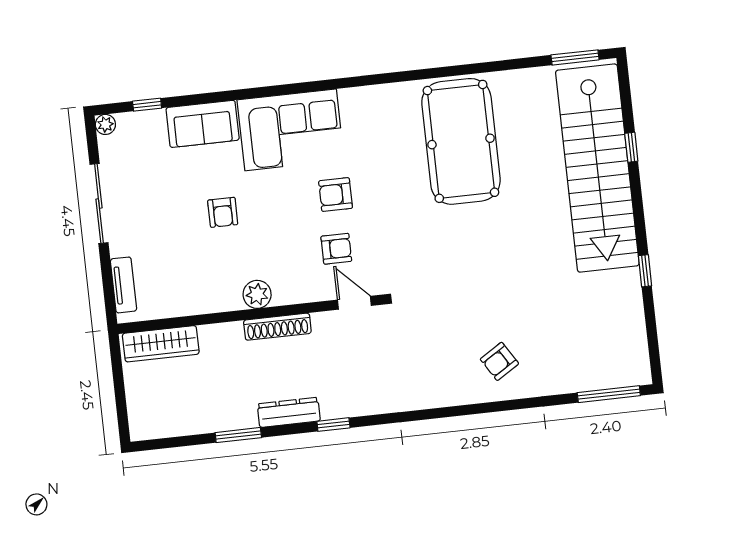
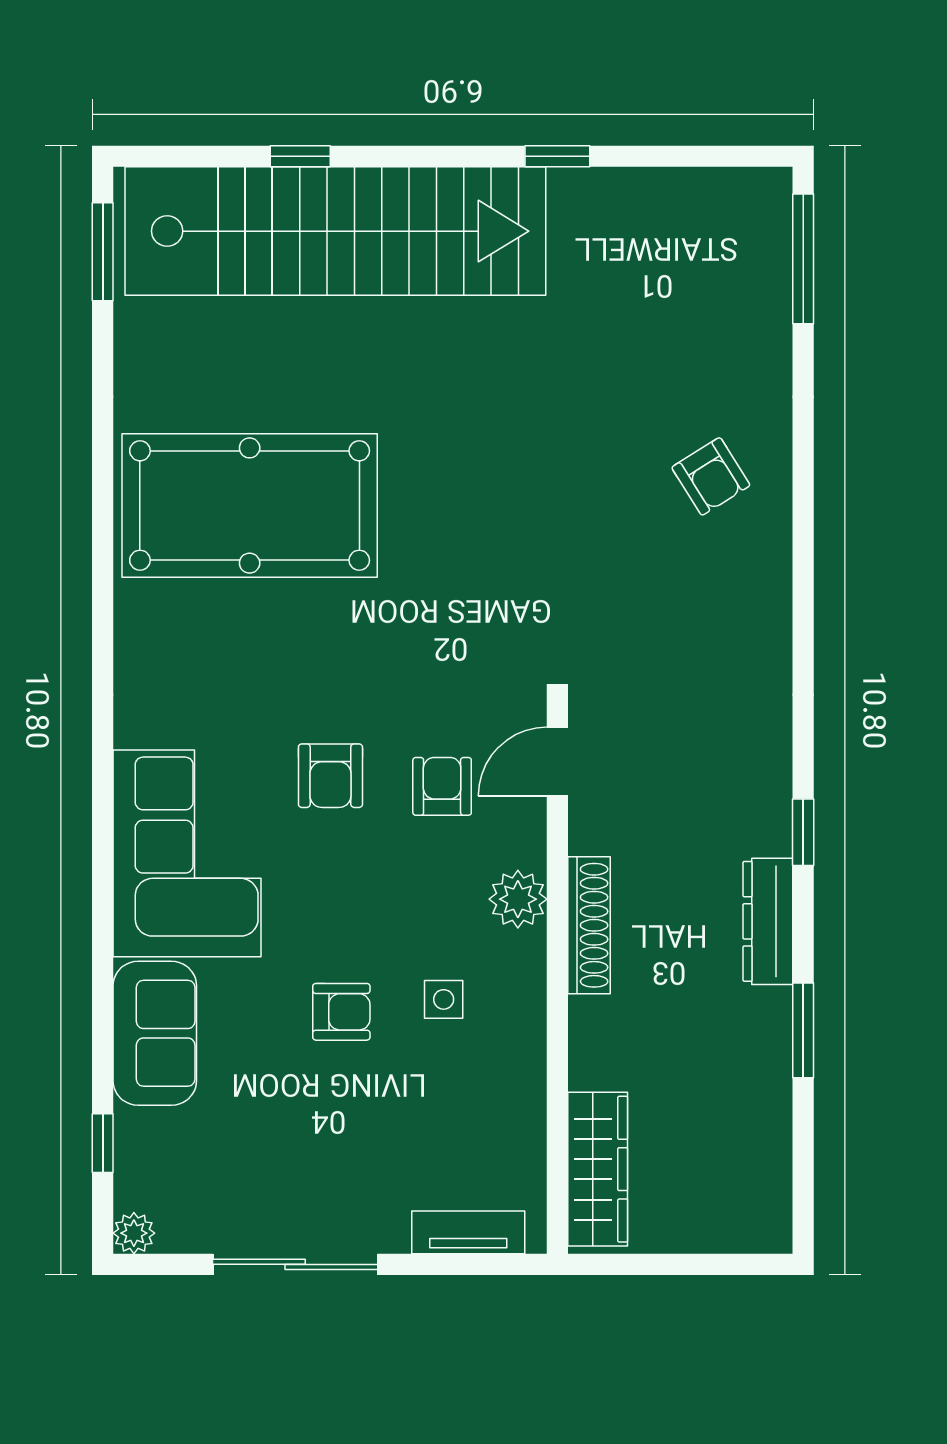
side table: (234, 261) -> (444, 999), added
plant: (257, 294) -> (518, 899), moved

